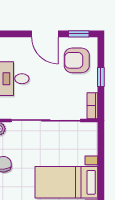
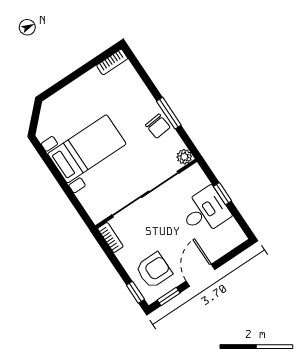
door: (45, 34) -> (201, 275), hinge flipped
window: (101, 77) -> (135, 292), moved

